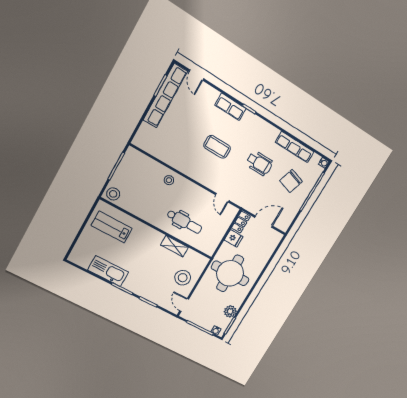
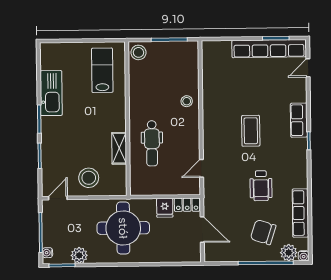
plant: (315, 172) -> (289, 253), added

